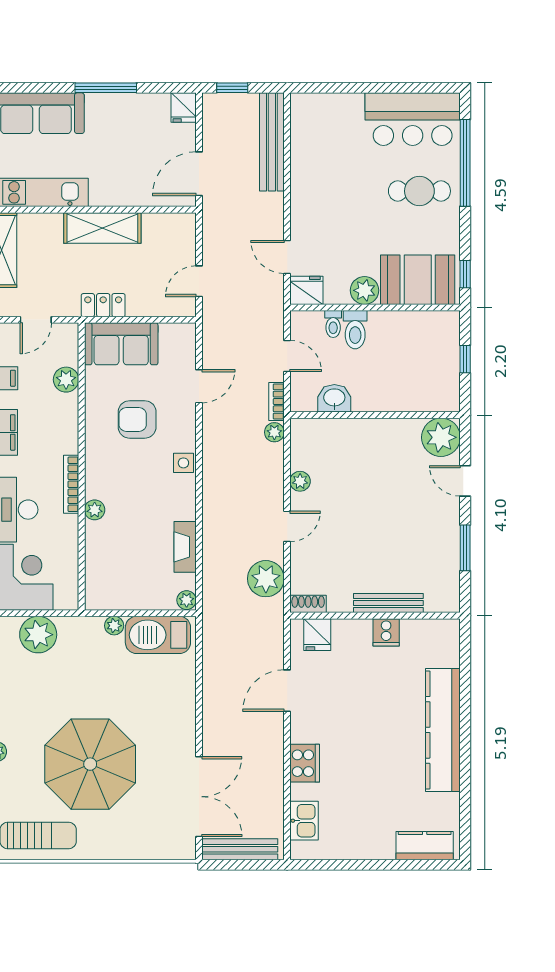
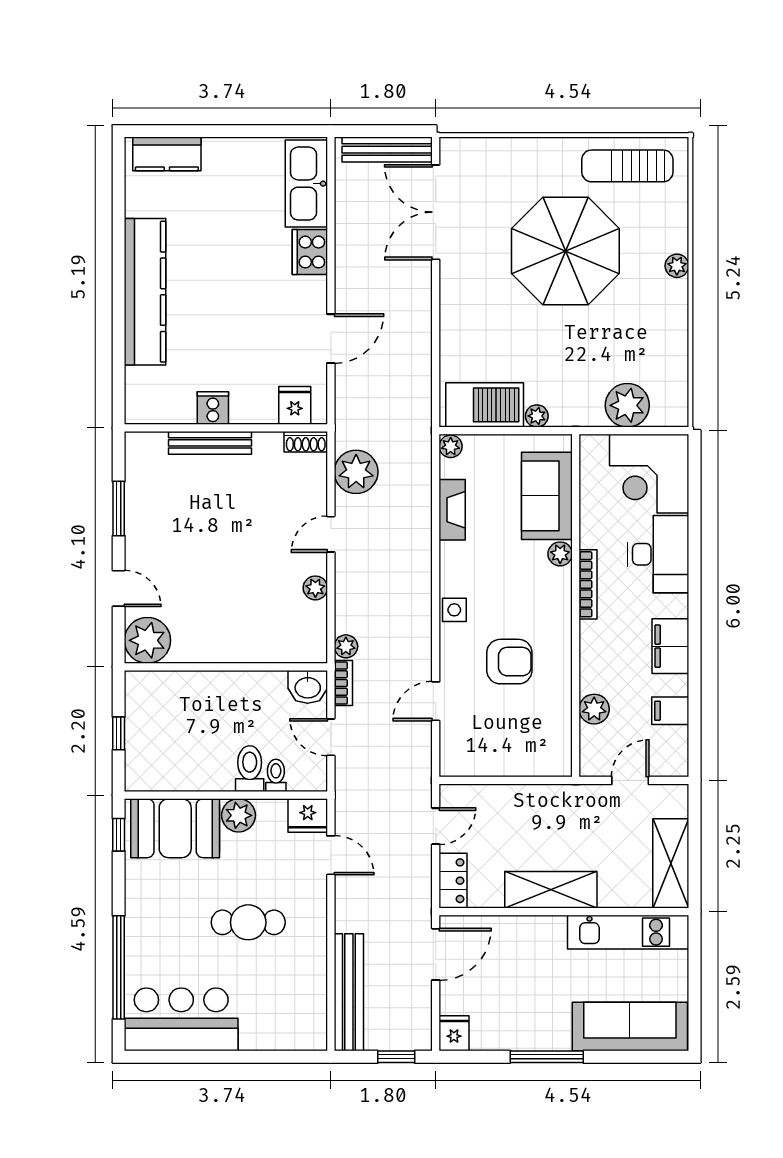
cafe table: (419, 191) -> (248, 922), moved
locker: (103, 305) -> (453, 881), moved, turned -90
sofa: (121, 344) -> (547, 496), moved, turned -90
washbasin: (334, 398) -> (308, 687), moved
kitchen sink: (304, 821) -> (306, 184), width x1.87, depth x1.24

